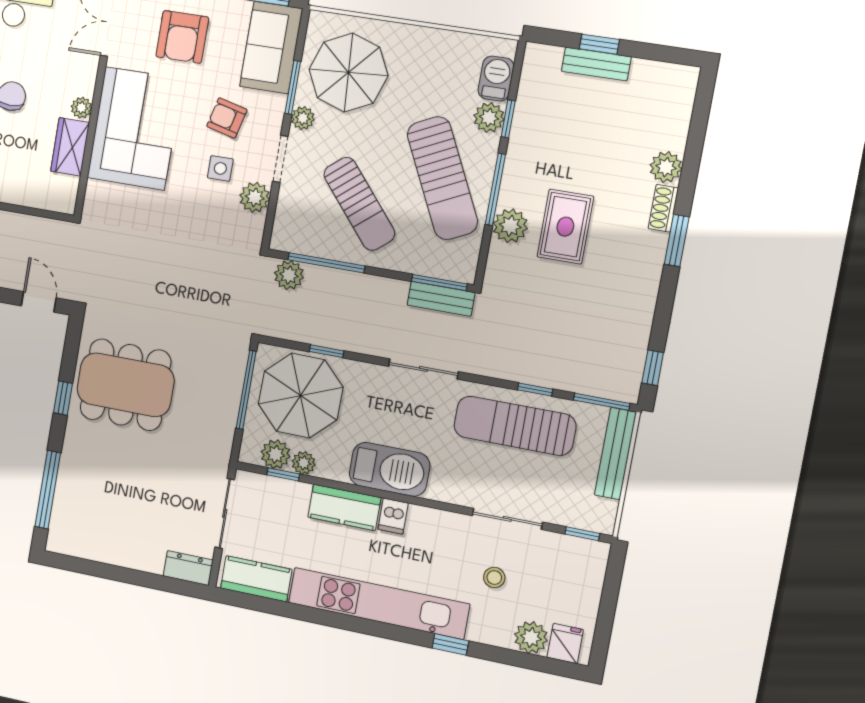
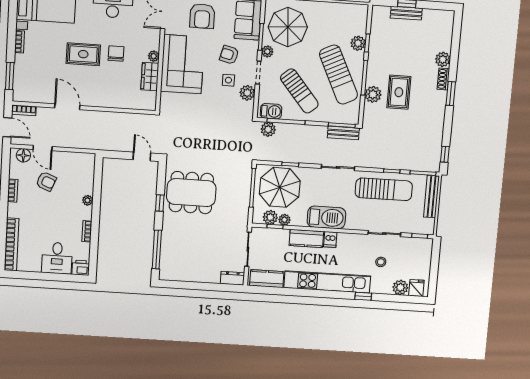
barbecue: (496, 78) -> (271, 111), moved, turned 90
sun lounger: (515, 426) -> (384, 189), turned 180

